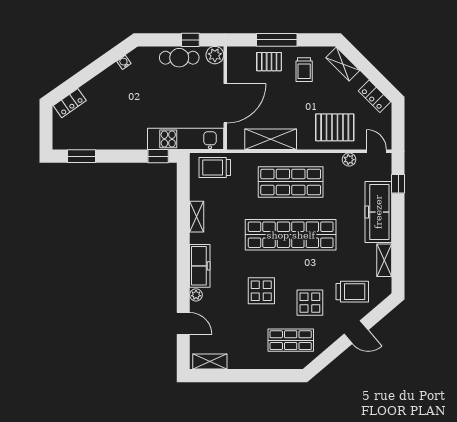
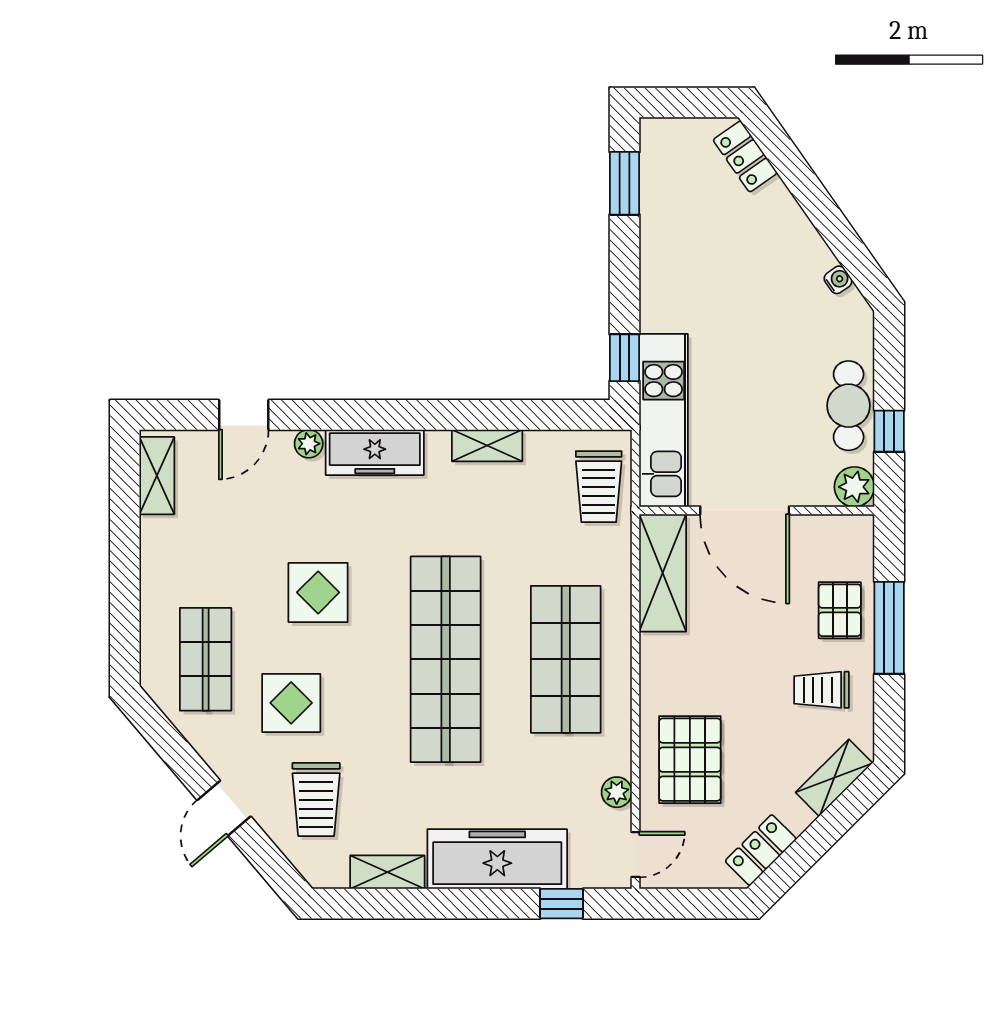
shelving: (271, 139) -> (663, 573), moved
trolley: (215, 167) -> (599, 487), turned 180

